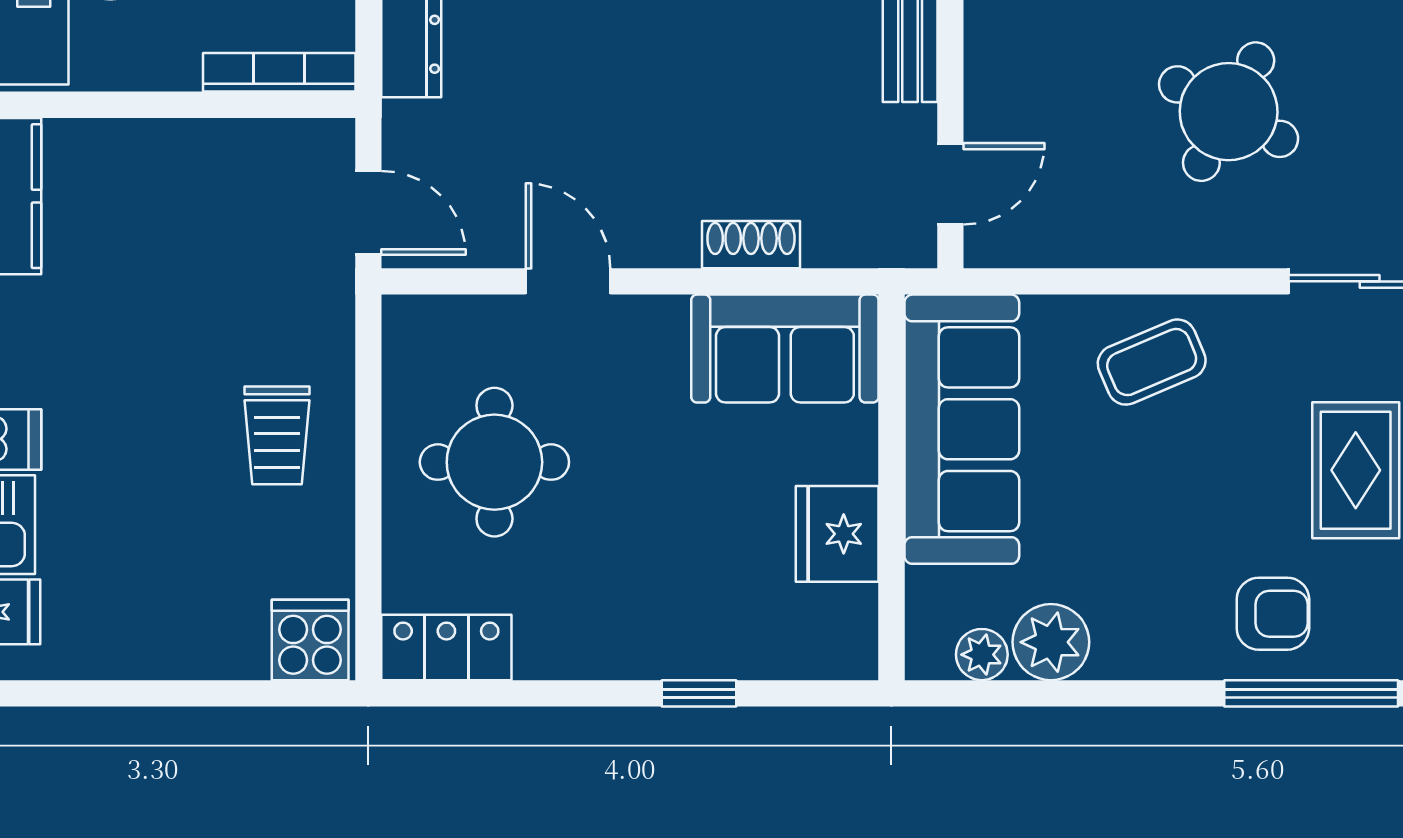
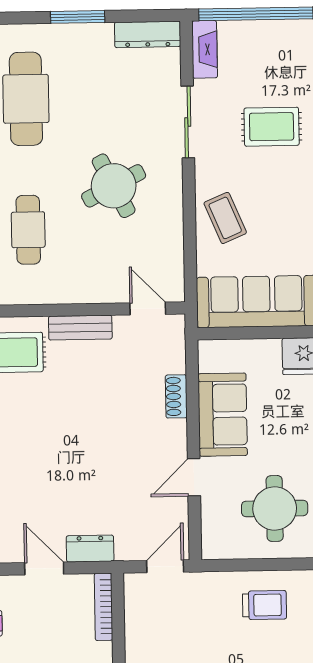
round table: (1229, 112) -> (114, 186), turned 35
sofa: (785, 349) -> (223, 415), moved

